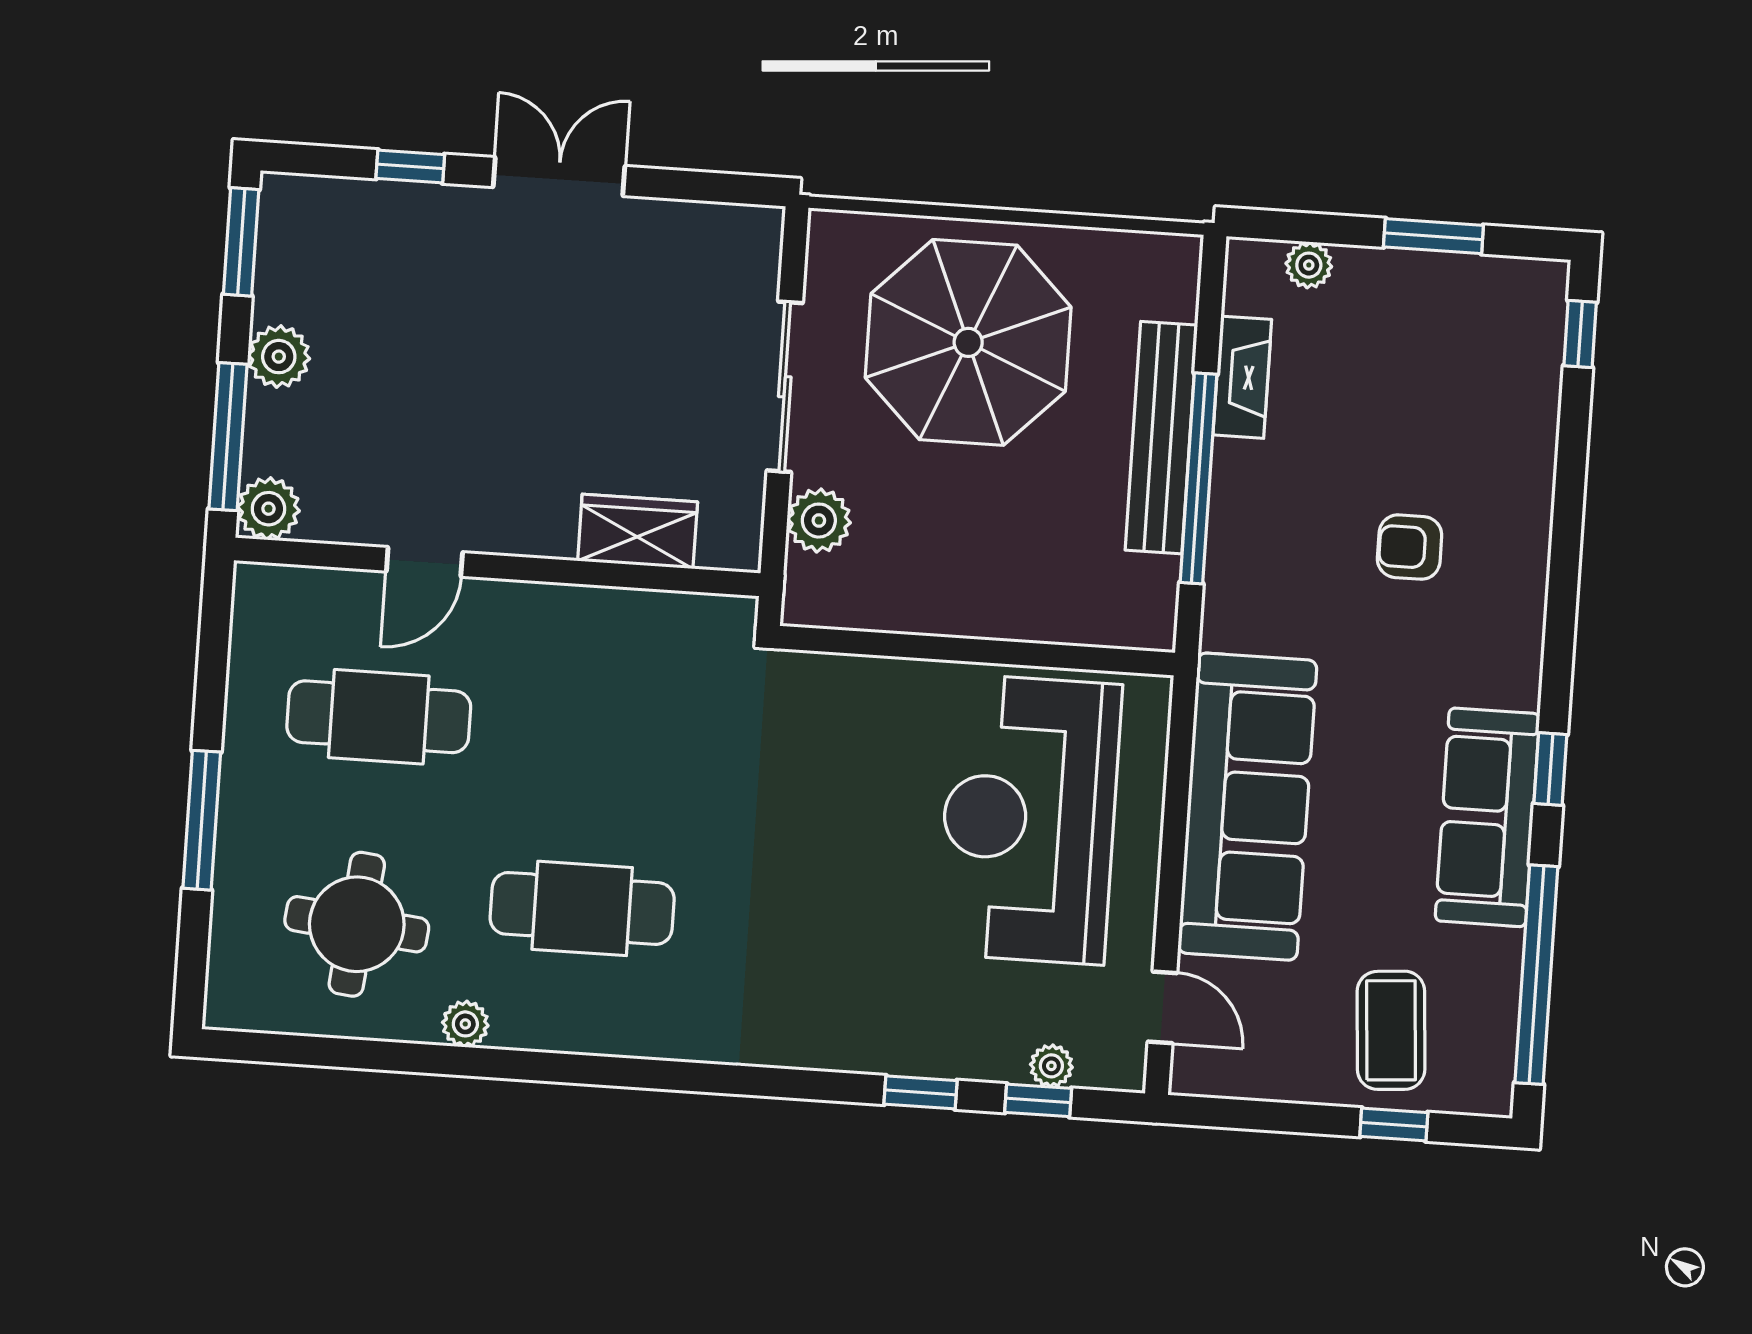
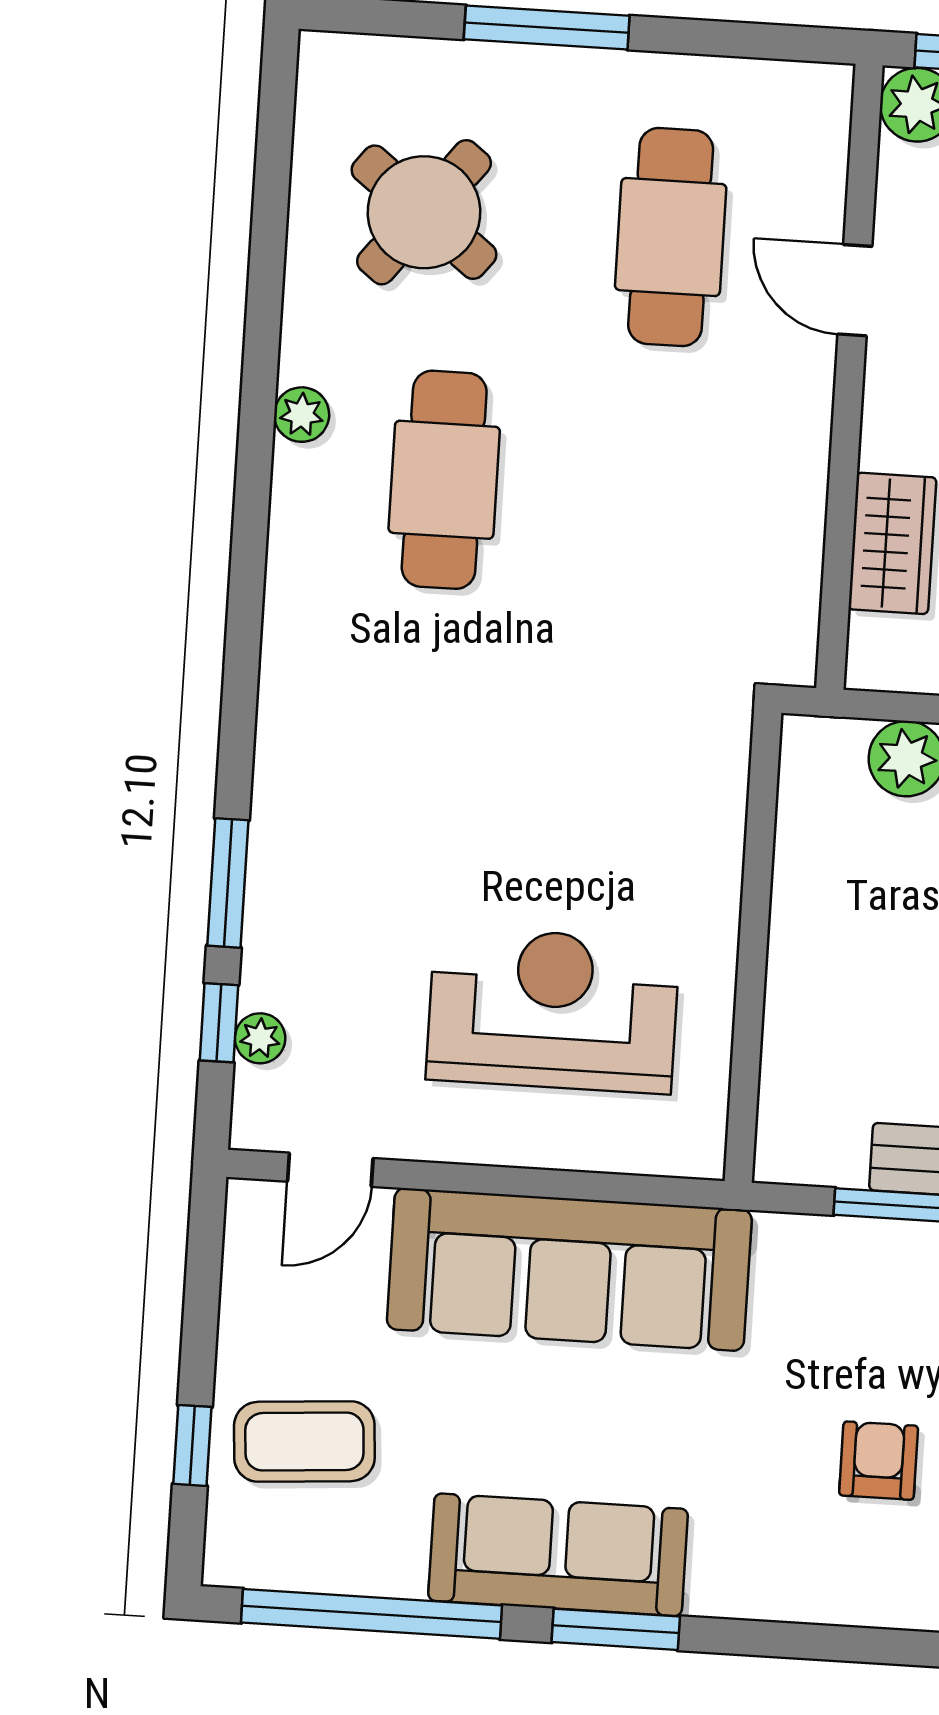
window: (1550, 769) -> (616, 1629), width x1.50
reception desk: (1029, 819) -> (553, 1010), width x0.74, depth x0.77
round table: (357, 924) -> (424, 212), turned 32
plant: (465, 1024) -> (302, 415), moved
window: (921, 1092) -> (228, 883), width x1.50

